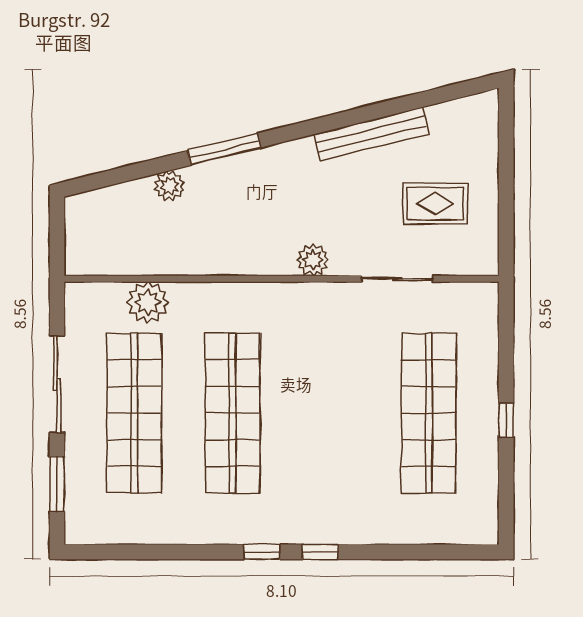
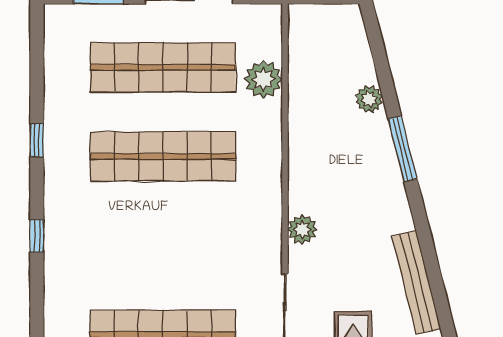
window: (262, 552) -> (37, 140), moved

